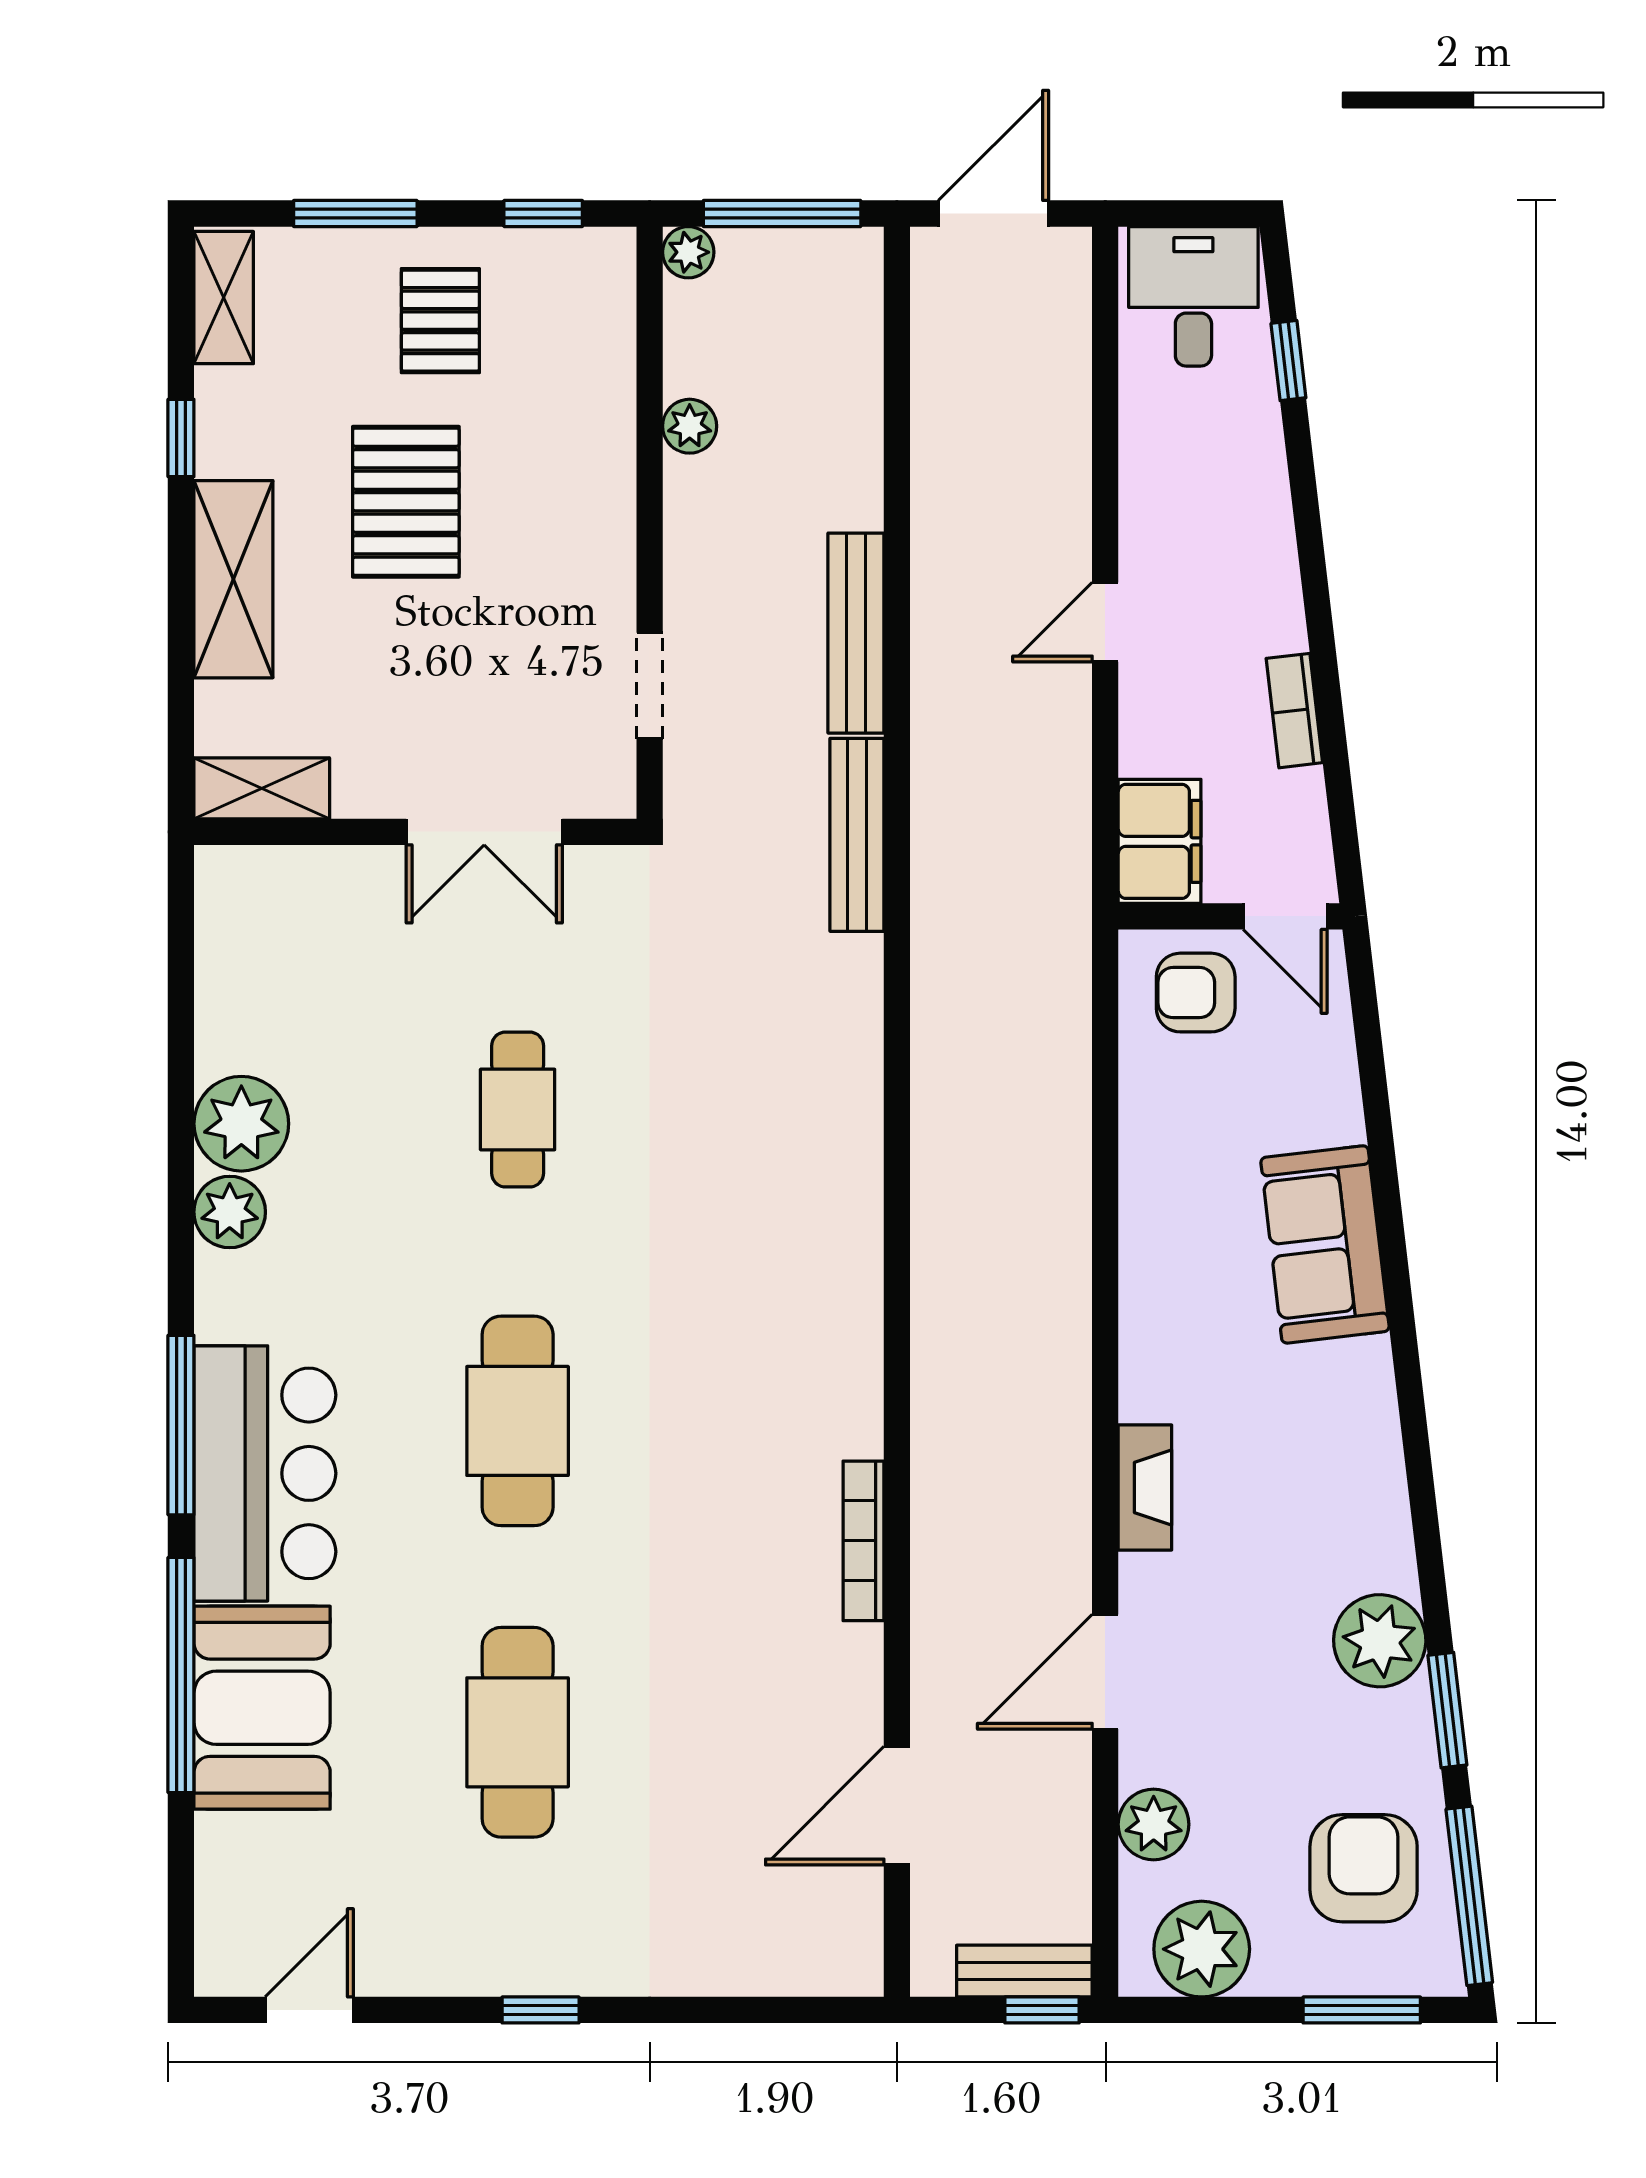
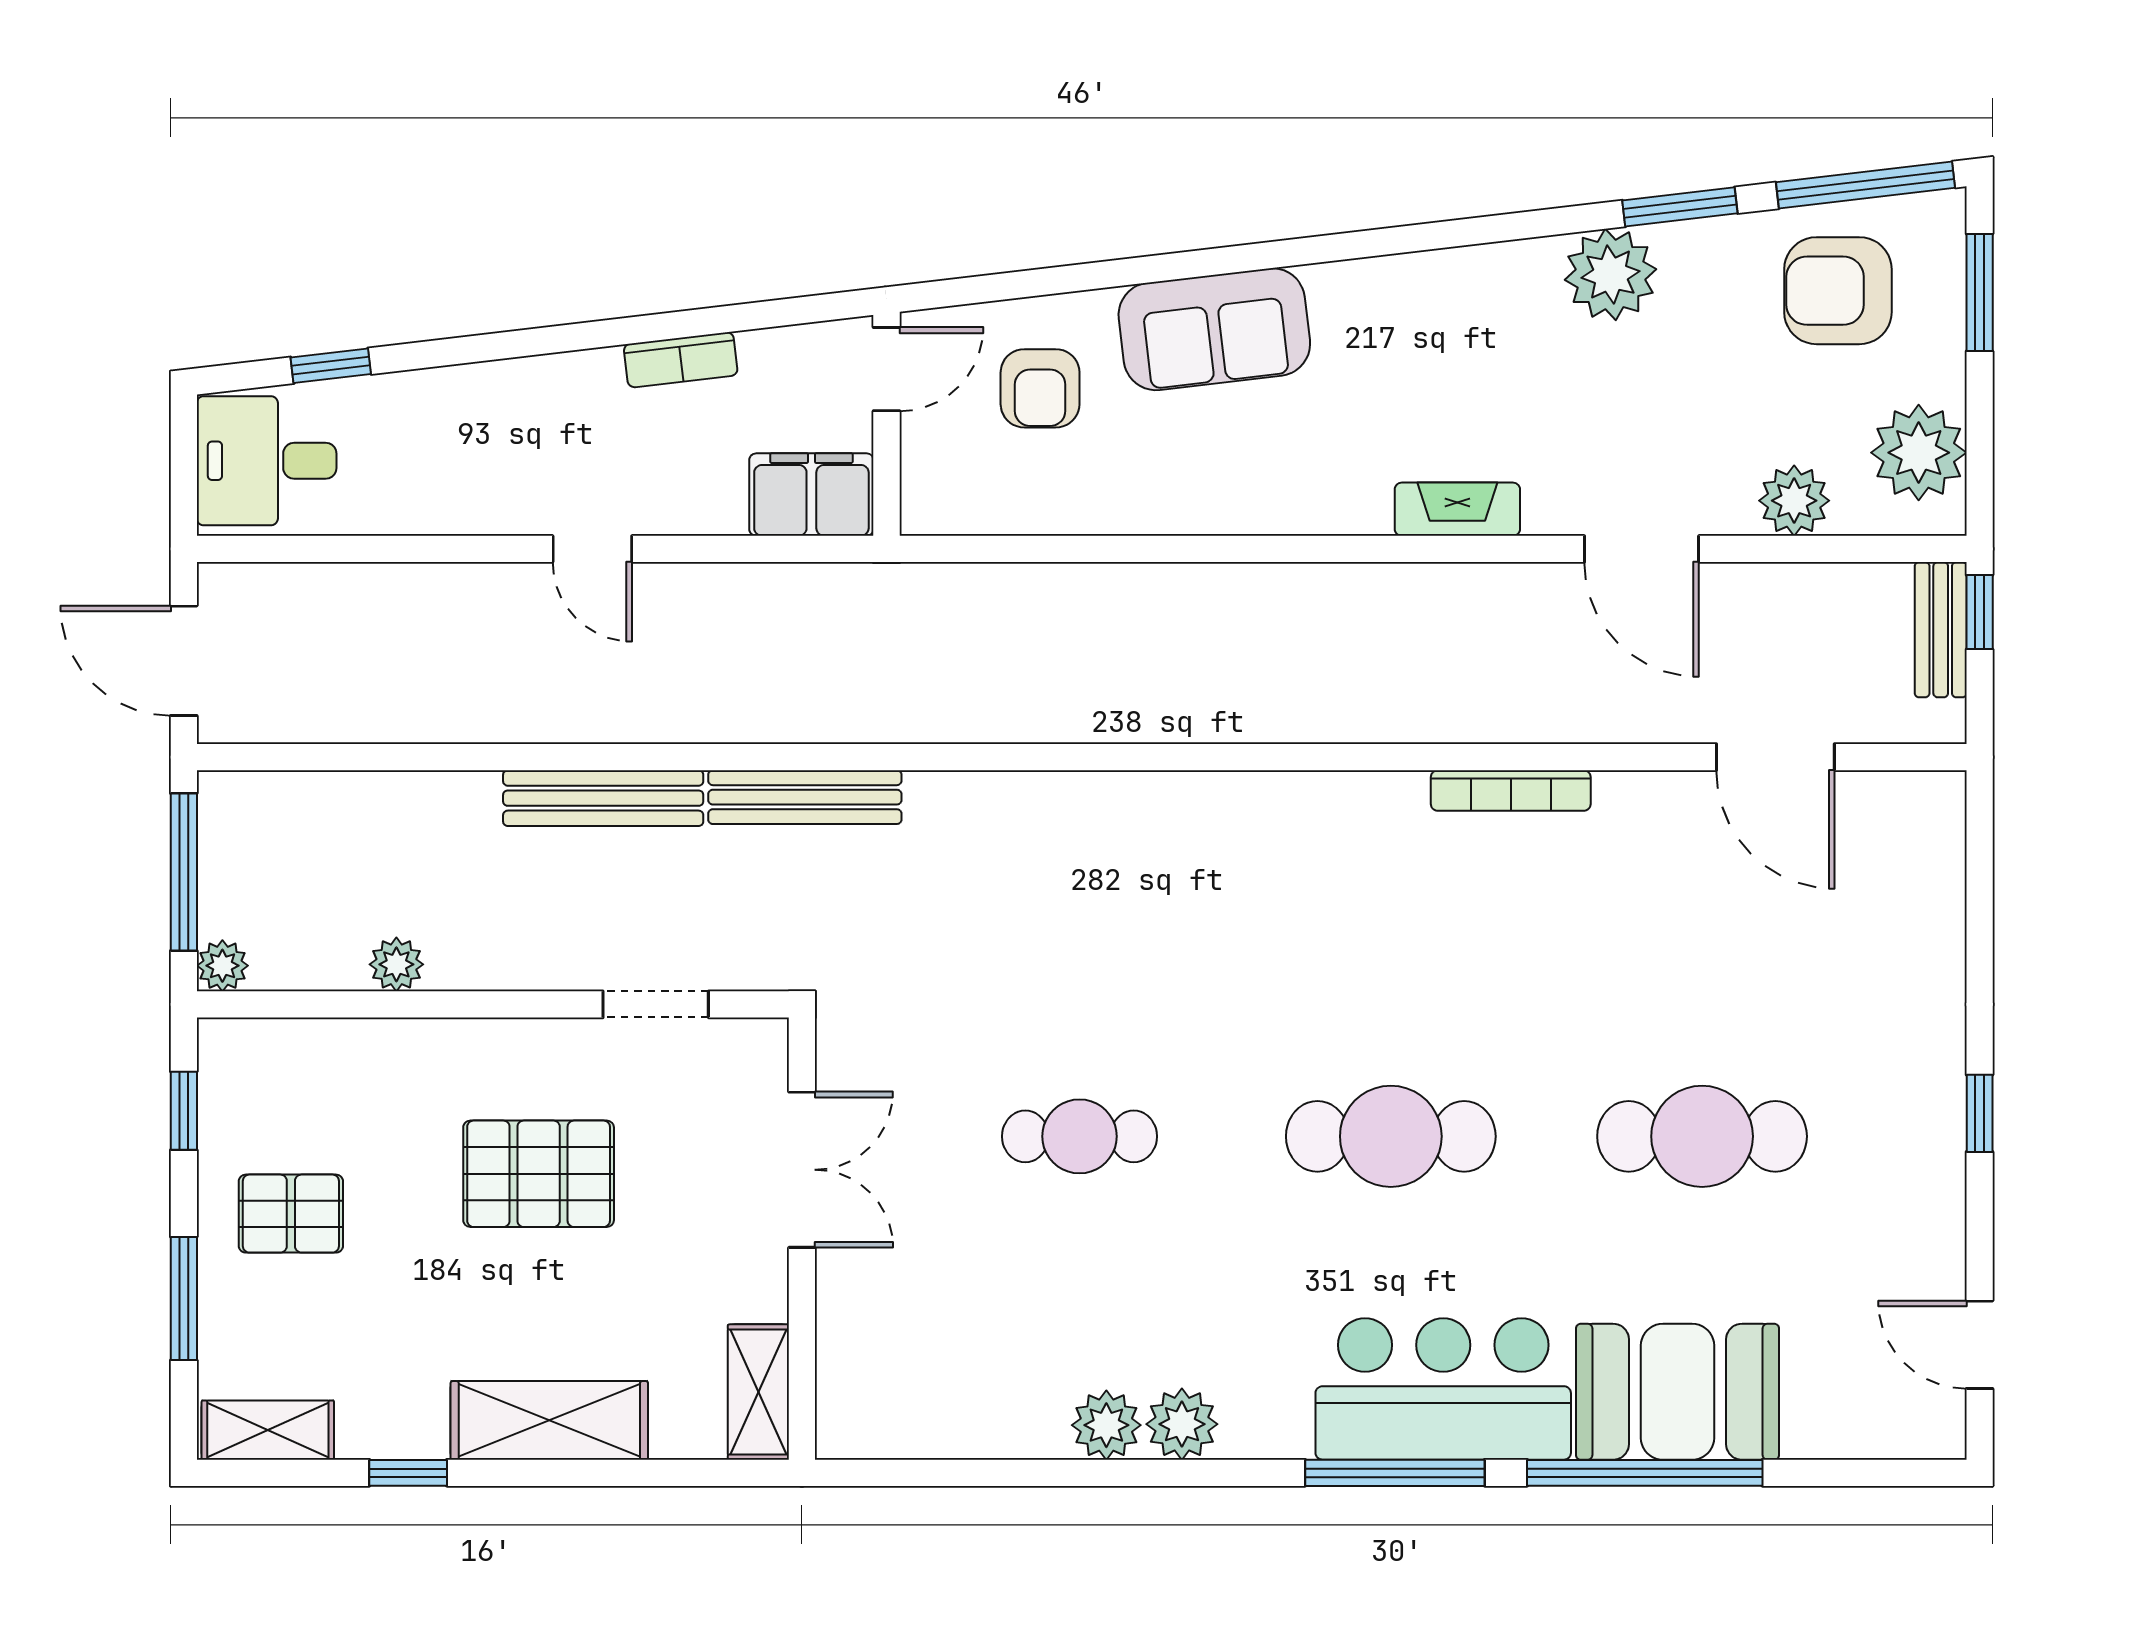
pallet: (406, 502) -> (539, 1174), moved
armchair: (1196, 993) -> (1040, 388), moved
plant: (241, 1124) -> (1106, 1425), width x0.73, depth x0.73

